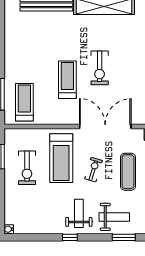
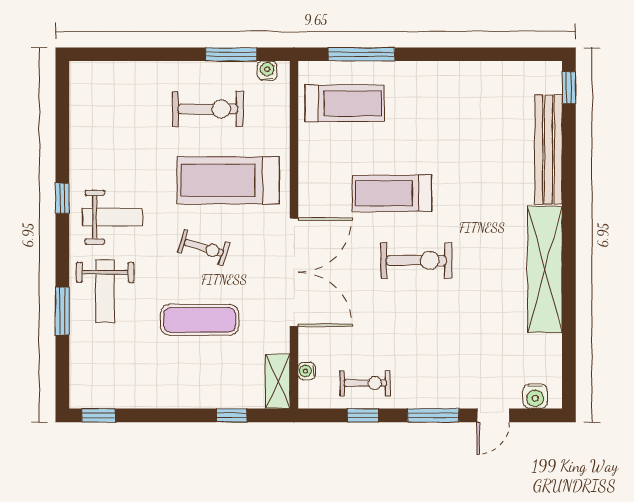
exercise bike: (100, 68) -> (416, 260), turned 180
treadmill: (67, 80) -> (392, 193), turned 180
exercise bike: (27, 168) -> (208, 109), turned 180
water cooler: (9, 229) -> (267, 71), moved

